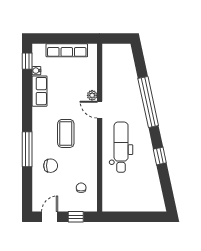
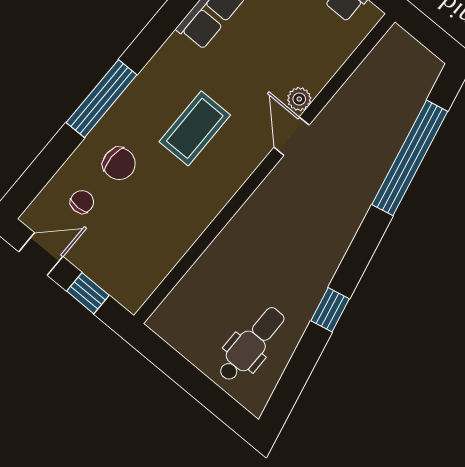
window: (148, 102) -> (410, 158), moved
dental chair: (121, 147) -> (251, 344), moved, width x0.73, depth x0.72
chair: (81, 188) -> (82, 202), moved

